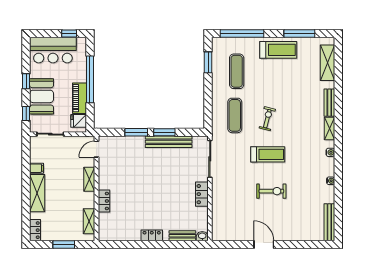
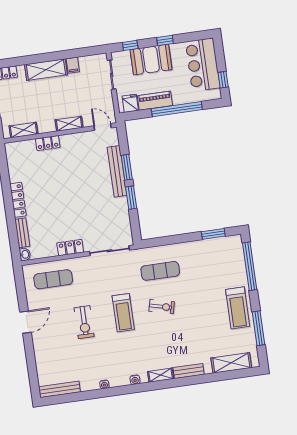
exercise mat: (237, 71) -> (53, 279), moved
bench: (169, 142) -> (117, 171), moved
locker: (152, 235) -> (18, 200), width x1.53

